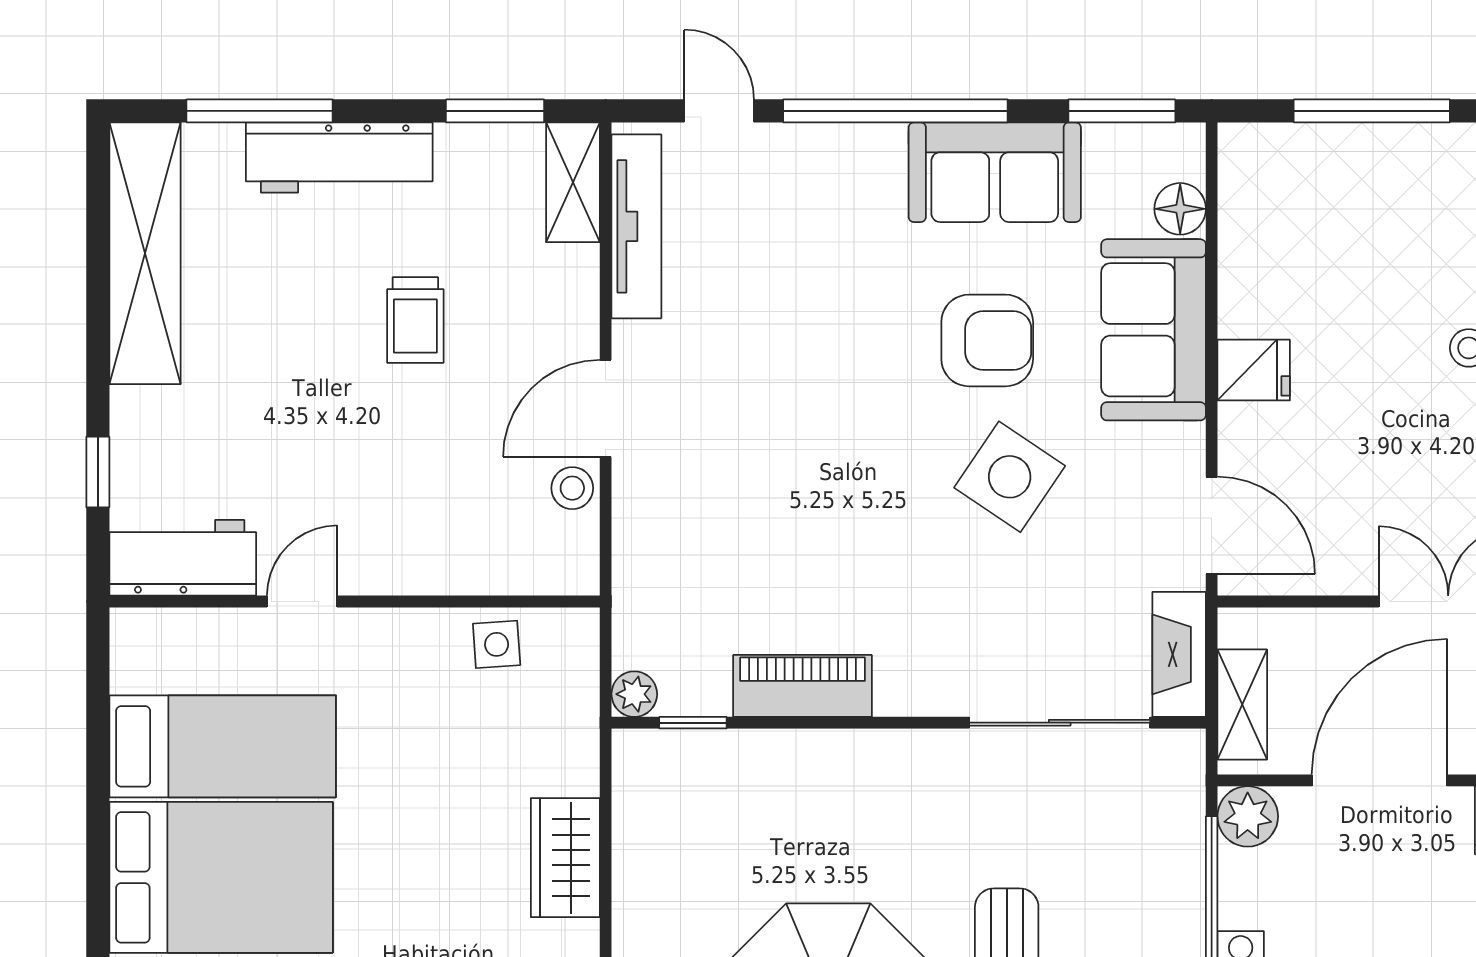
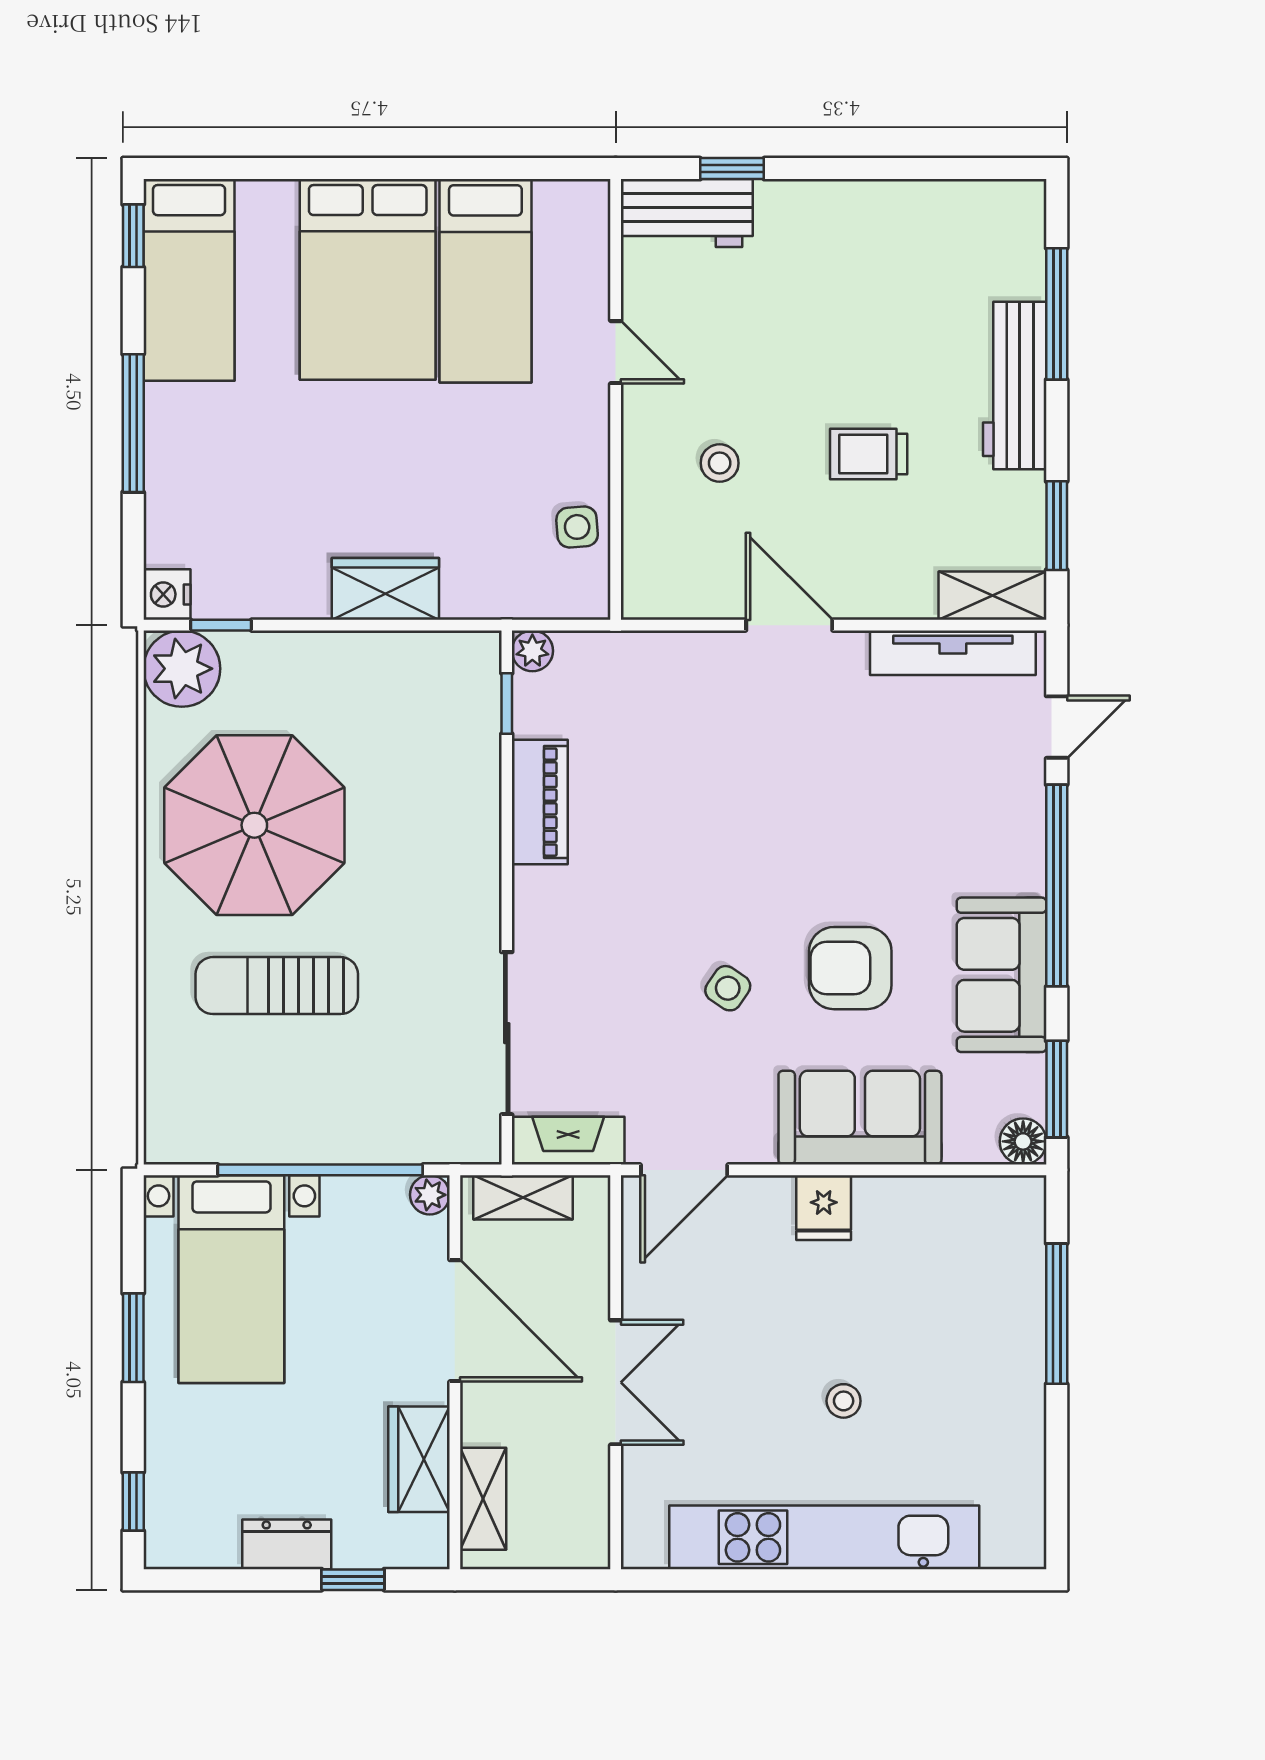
floor lamp: (1180, 209) -> (1023, 1141), moved
shelving: (145, 253) -> (929, 211), removed
armchair: (987, 340) -> (850, 968), turned 90
side table: (1010, 477) -> (728, 988), width x0.54, depth x0.54
stool: (572, 488) -> (720, 463), moved
workbench: (183, 558) -> (687, 213), moved, turned 90
plant: (1248, 816) -> (430, 1195), width x0.73, depth x0.73

